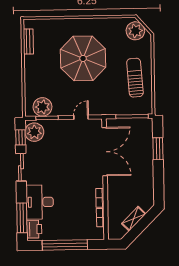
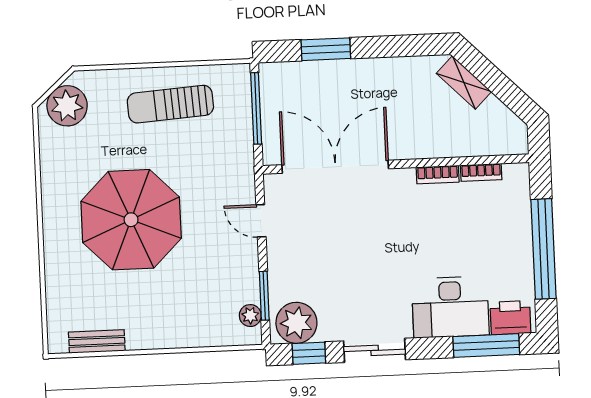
plant: (42, 107) -> (250, 316), width x0.53, depth x0.53
shelving: (134, 219) -> (464, 83), moved

